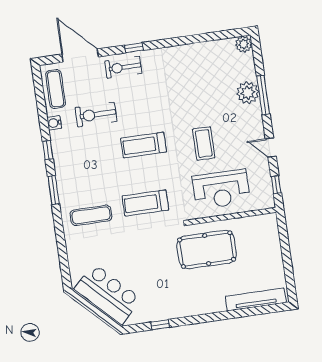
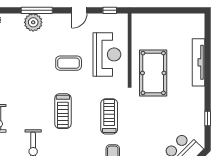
treadmill: (145, 203) -> (109, 116), turned 180
tv unit: (256, 299) -> (198, 62), moved

